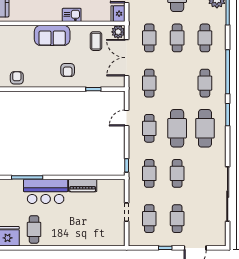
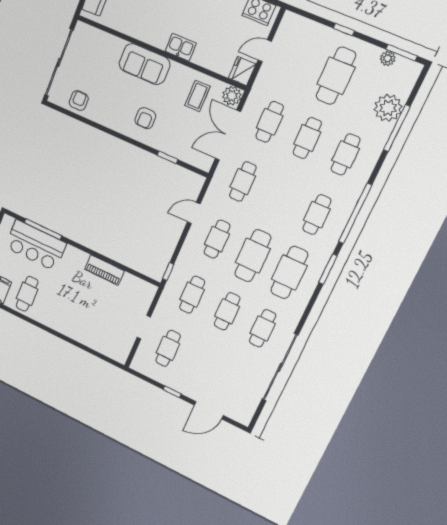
bar counter: (46, 191) -> (36, 245), moved
cafe table: (177, 219) -> (263, 328), moved

